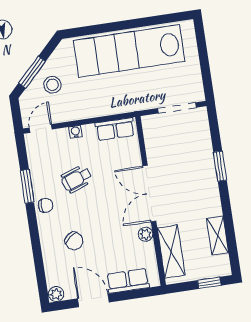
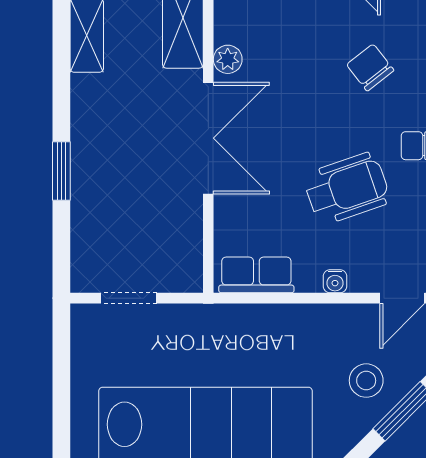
doorway: (177, 108) -> (129, 298), width x0.73
wheelchair: (77, 179) -> (347, 189), width x1.36, depth x1.37

